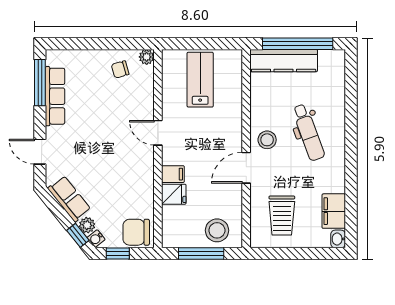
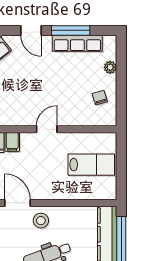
plant: (147, 57) -> (110, 67), moved
window: (40, 83) -> (71, 30), moved
door: (40, 152) -> (31, 30), swing flipped

